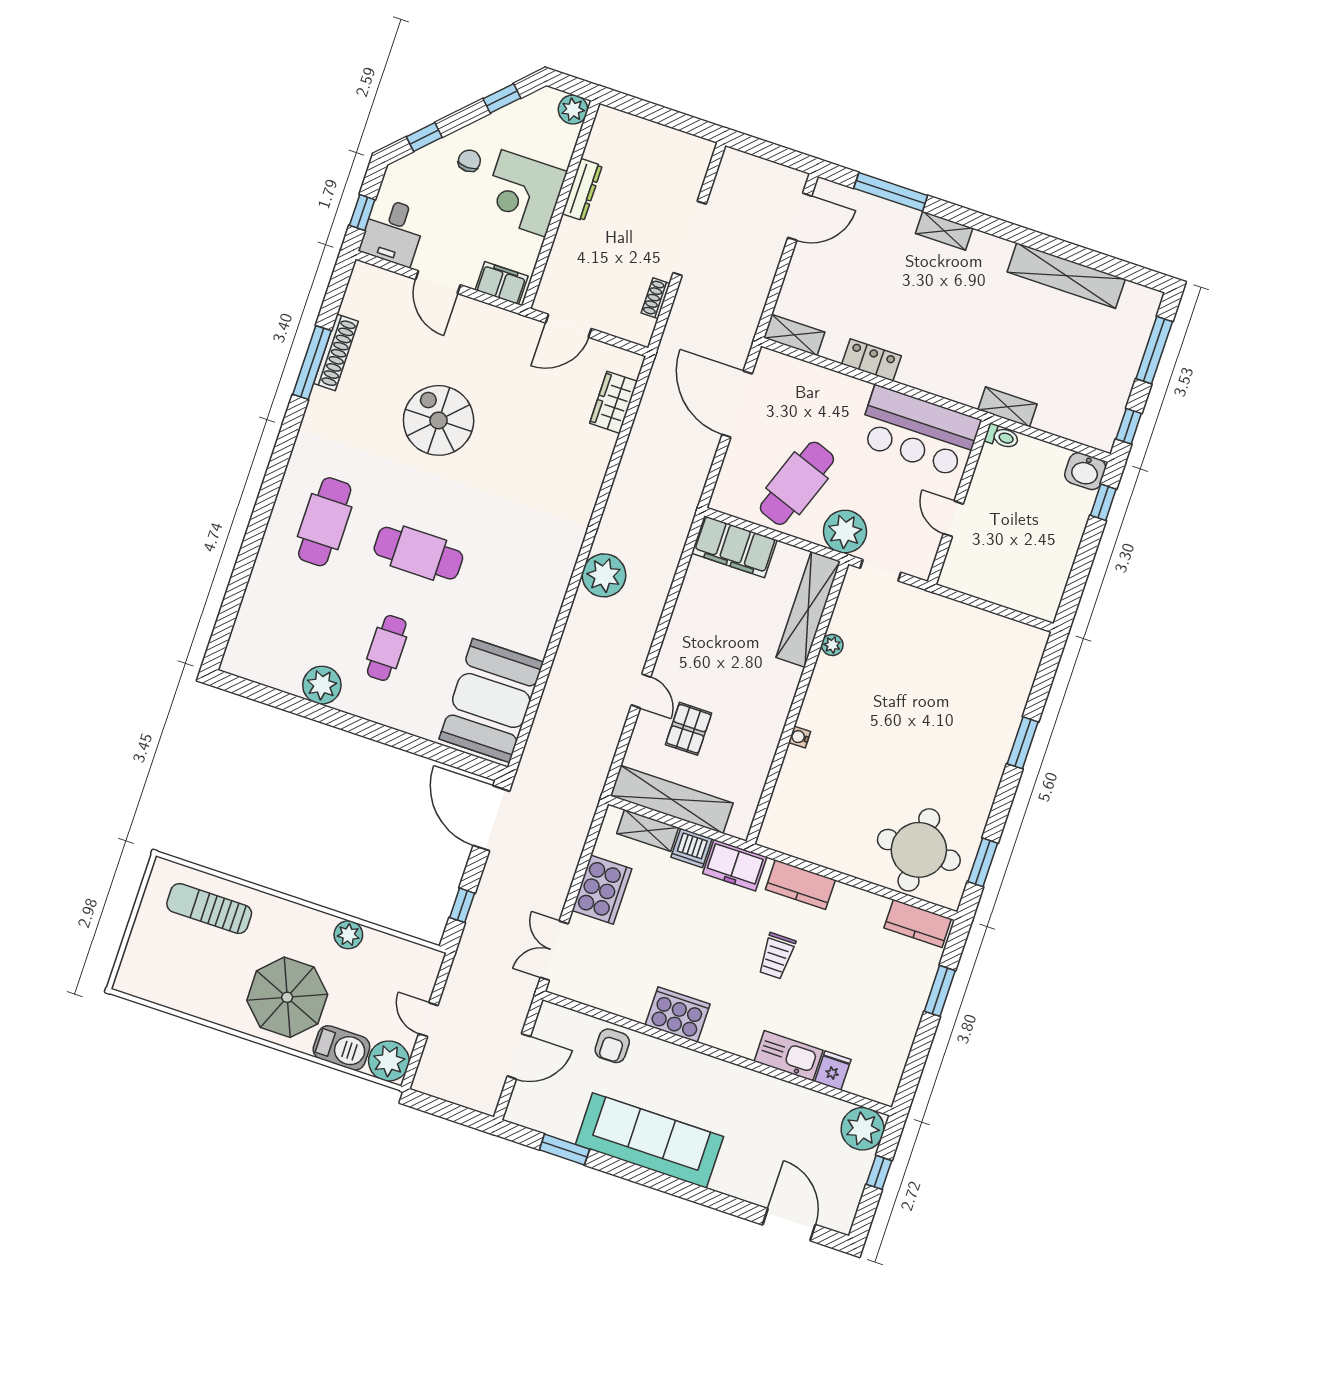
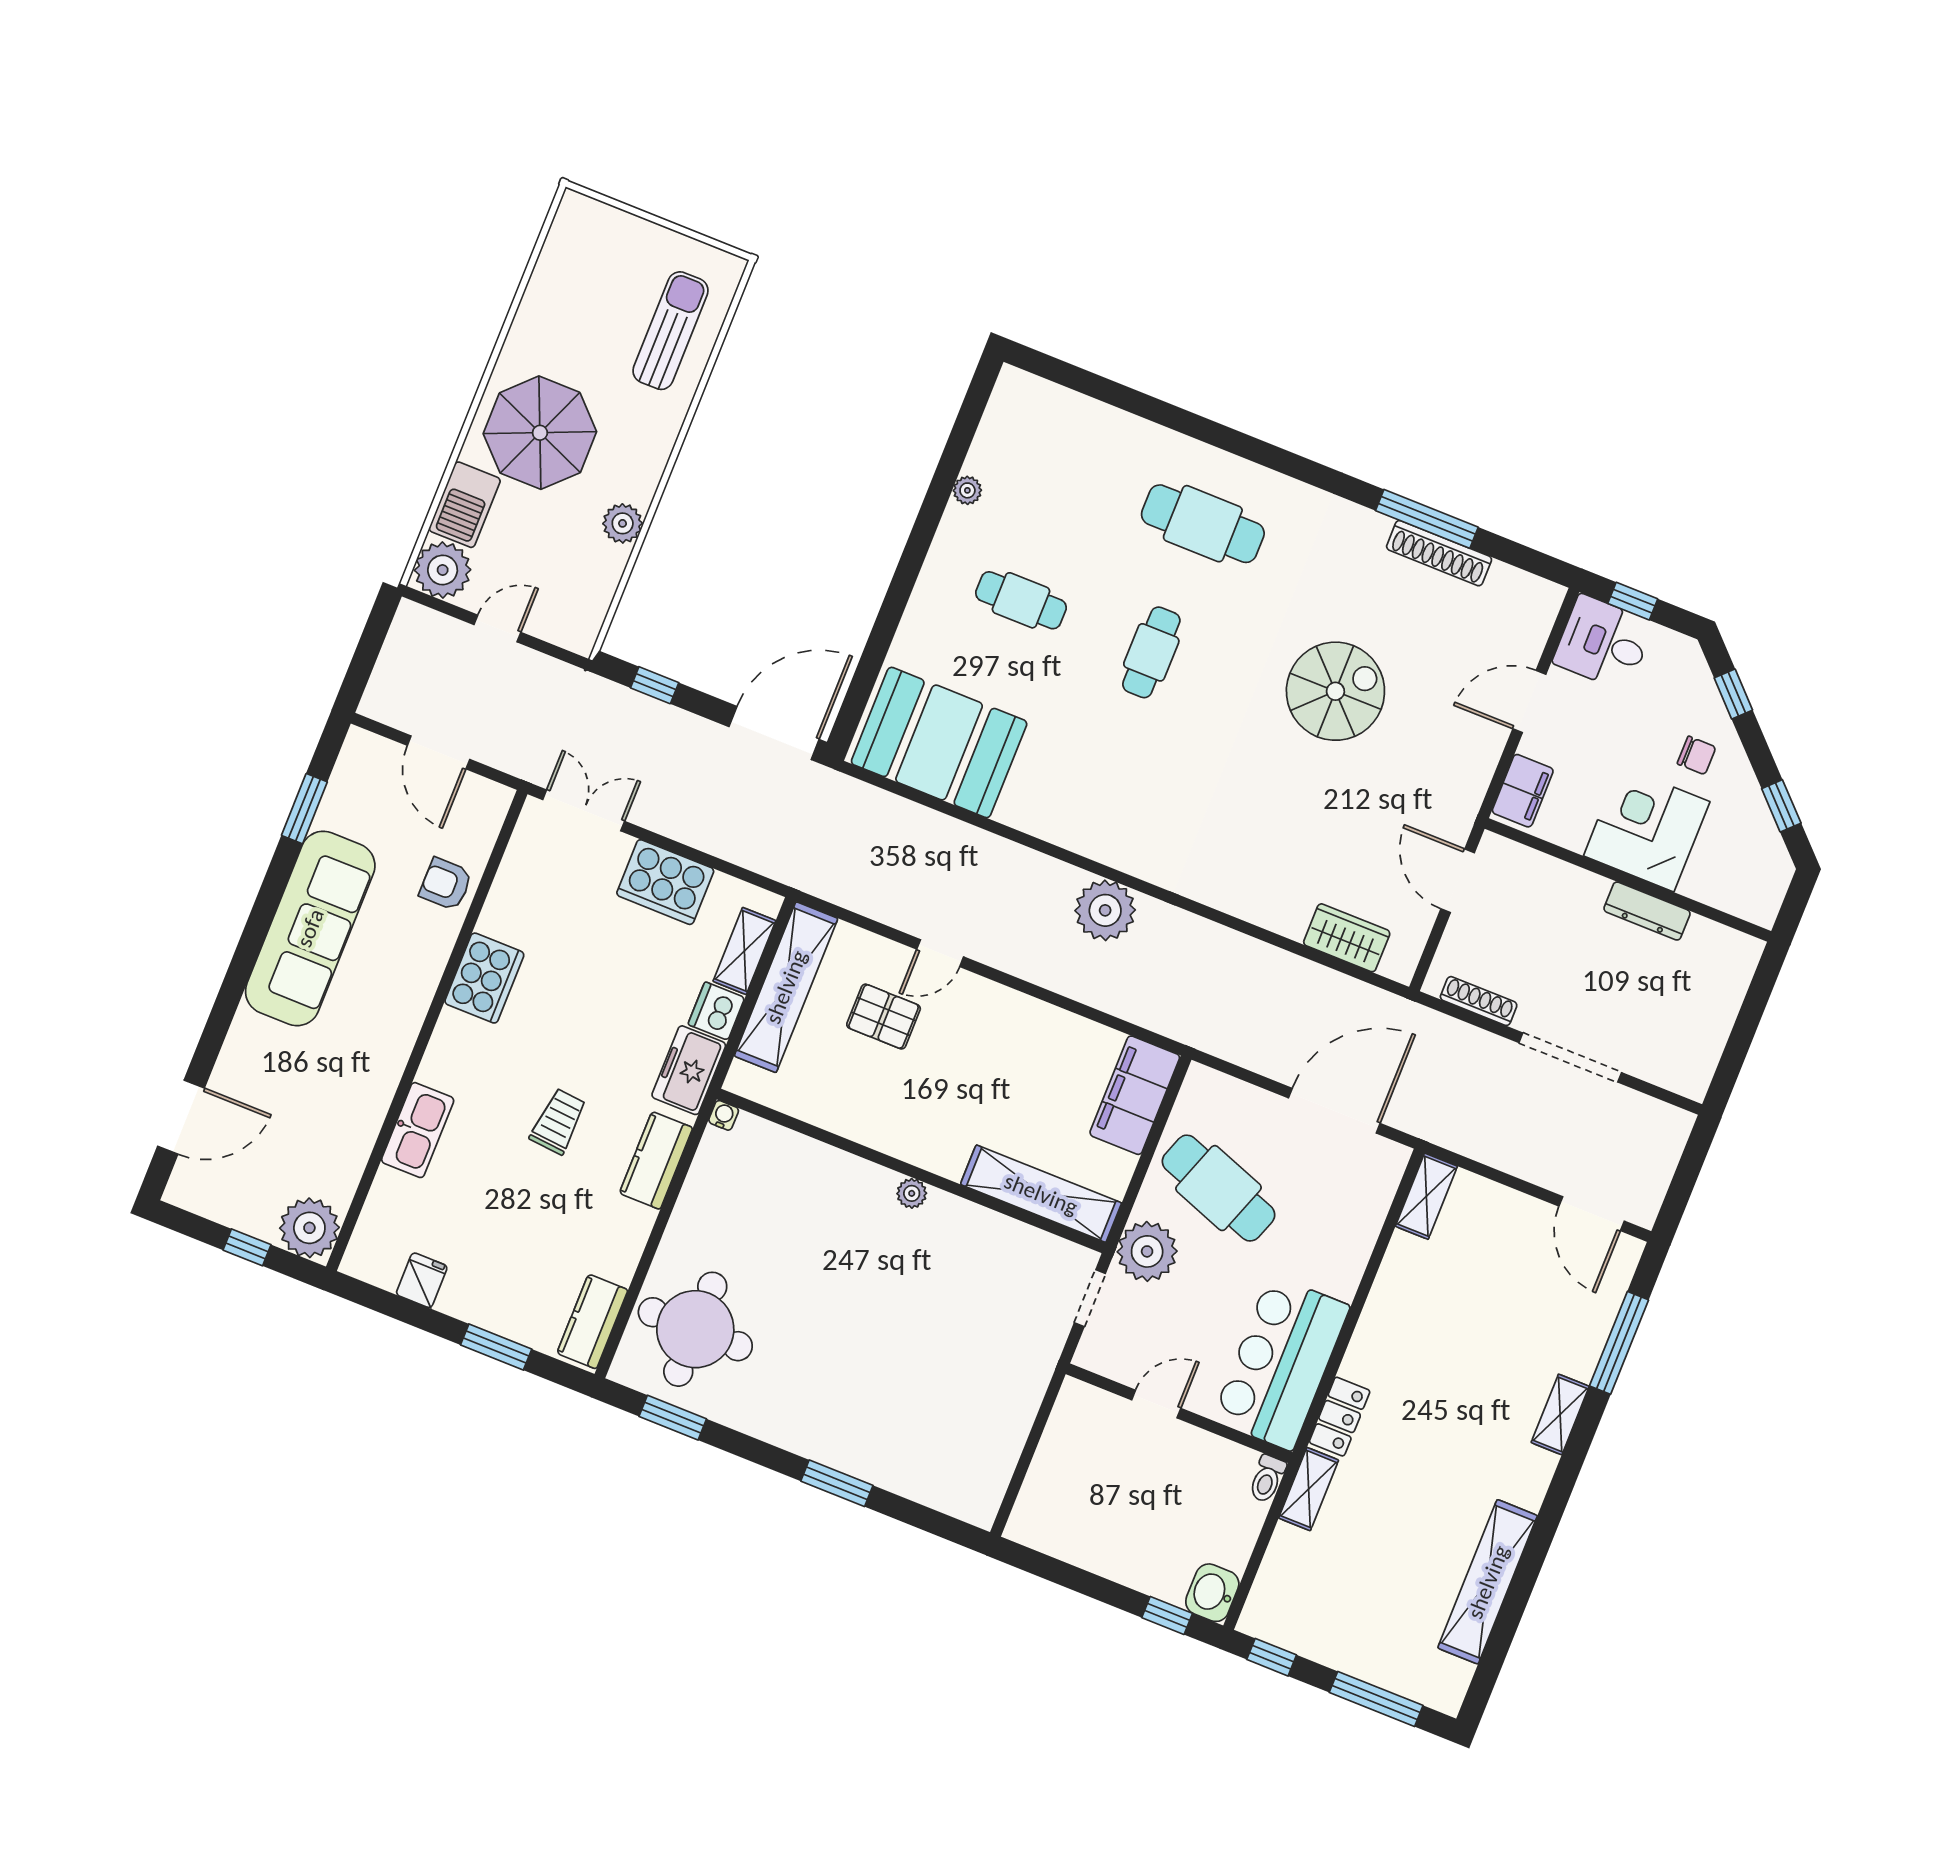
plant: (573, 109) -> (1760, 905), removed
shoe rack: (656, 298) -> (1479, 1001), width x1.43
locker: (872, 360) -> (1340, 1417), moved
cafe table: (418, 553) -> (1151, 652), width x0.73, depth x0.74
plant: (832, 645) -> (912, 1193), moved
plant: (322, 685) -> (967, 490), width x0.53, depth x0.53
water cooler: (799, 737) -> (724, 1115), moved
trolley: (777, 956) -> (558, 1121), turned 95
fridge: (833, 1071) -> (422, 1280), moved, turned -90

